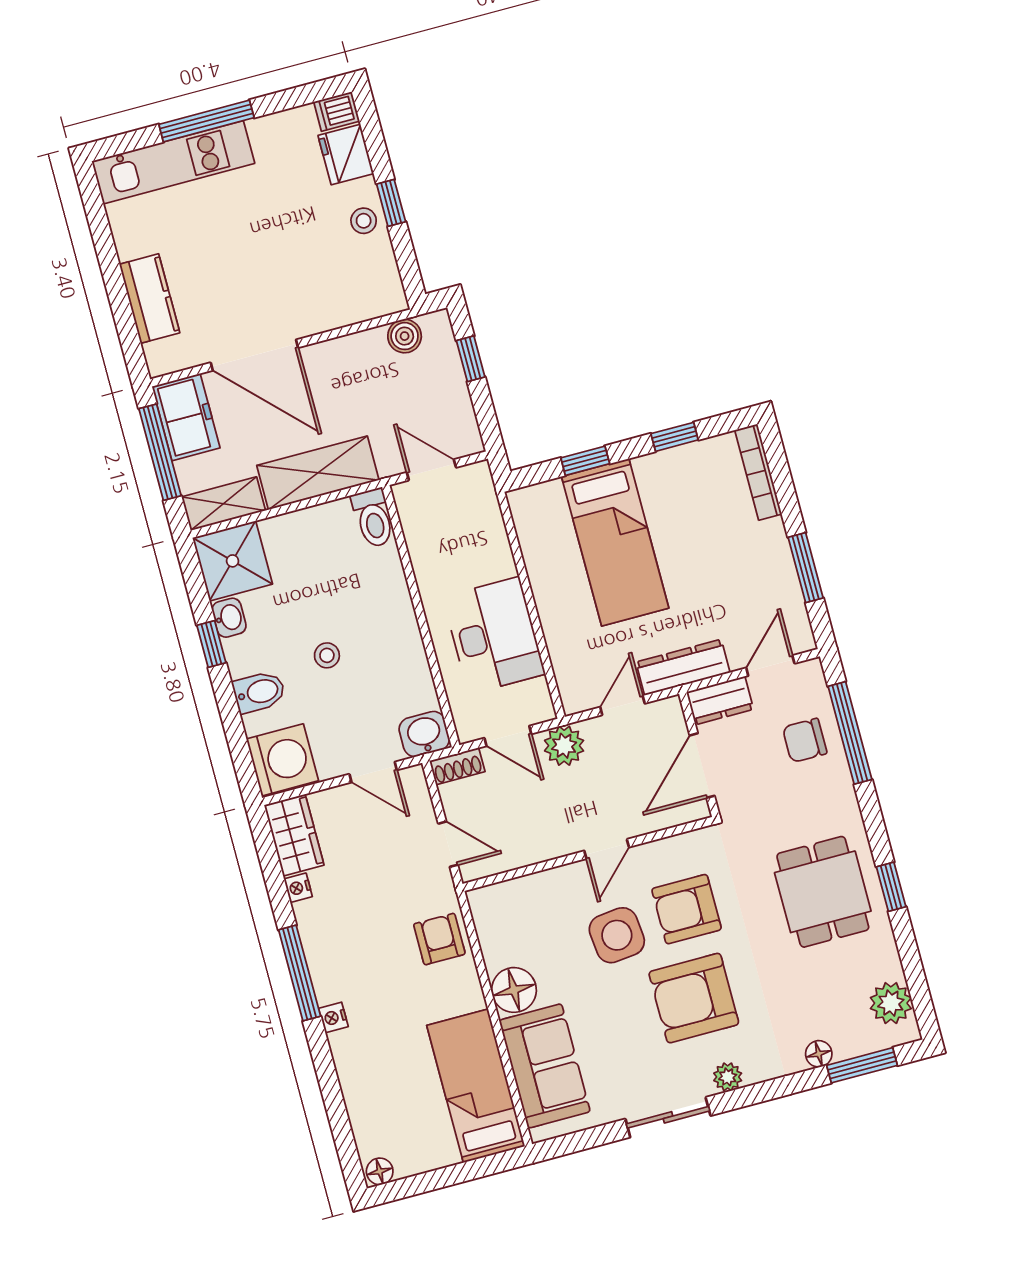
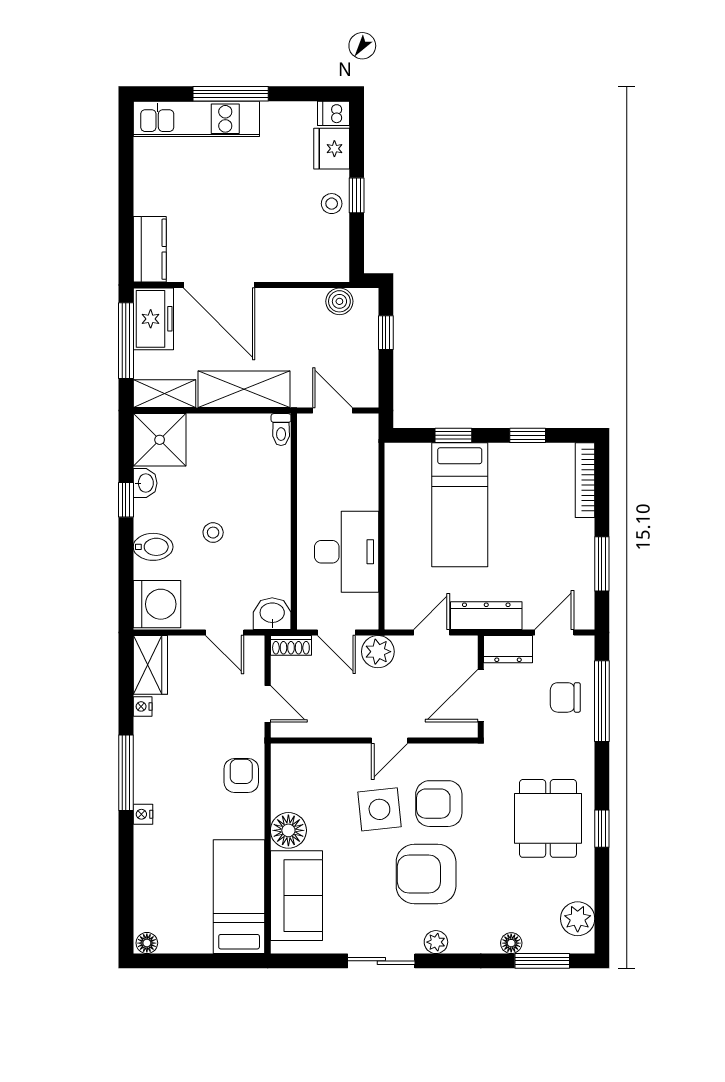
kitchen counter: (149, 299) -> (150, 249), moved
toilet: (373, 518) -> (281, 430), width x0.73, depth x0.72

